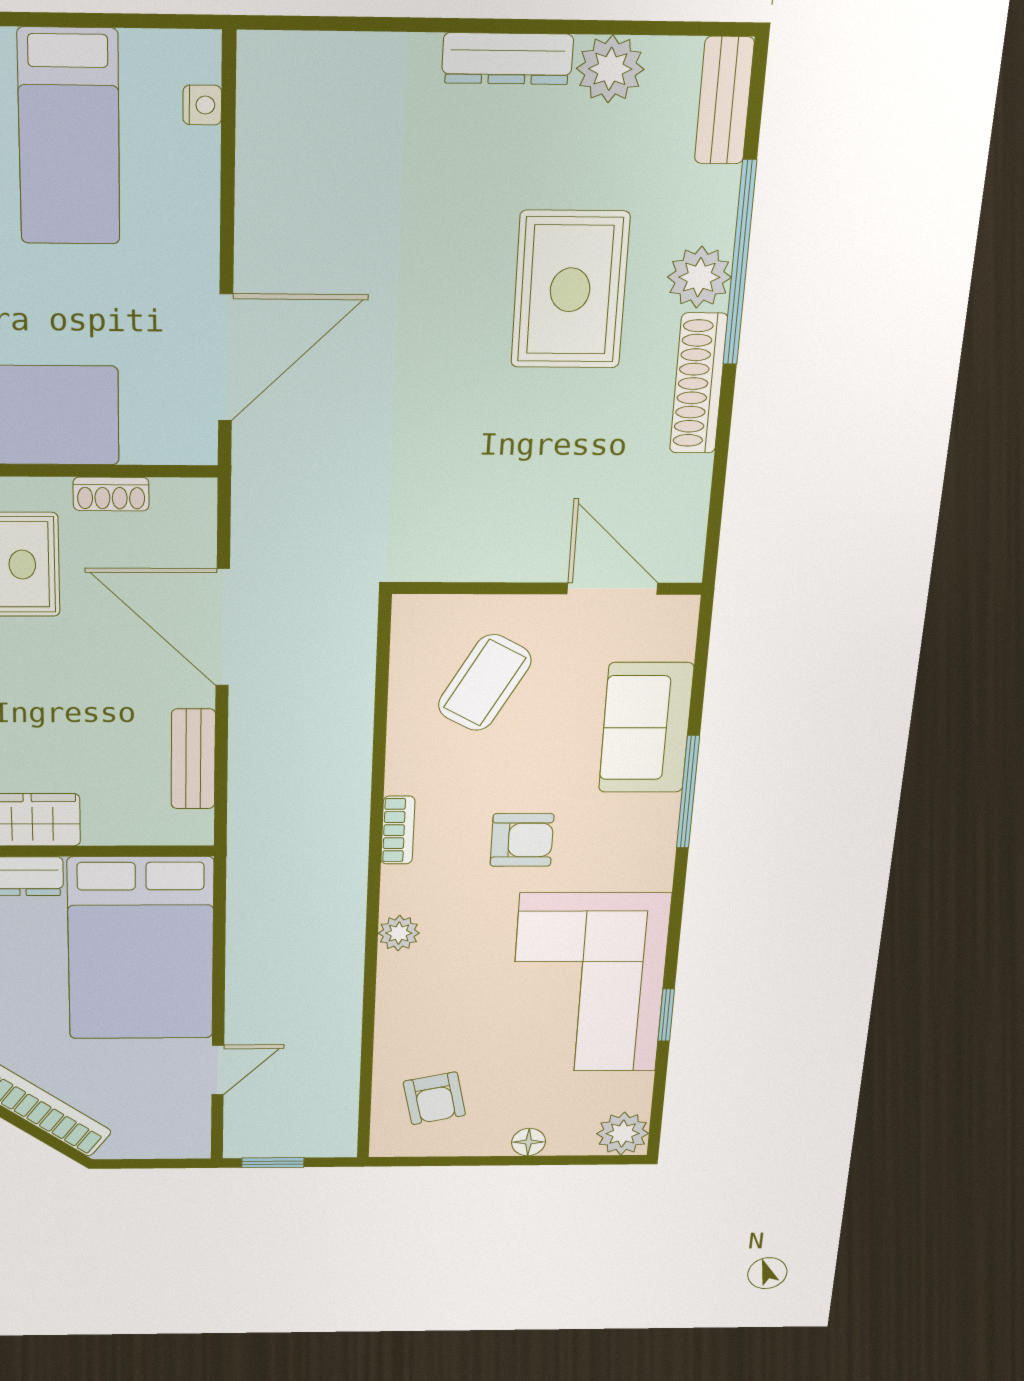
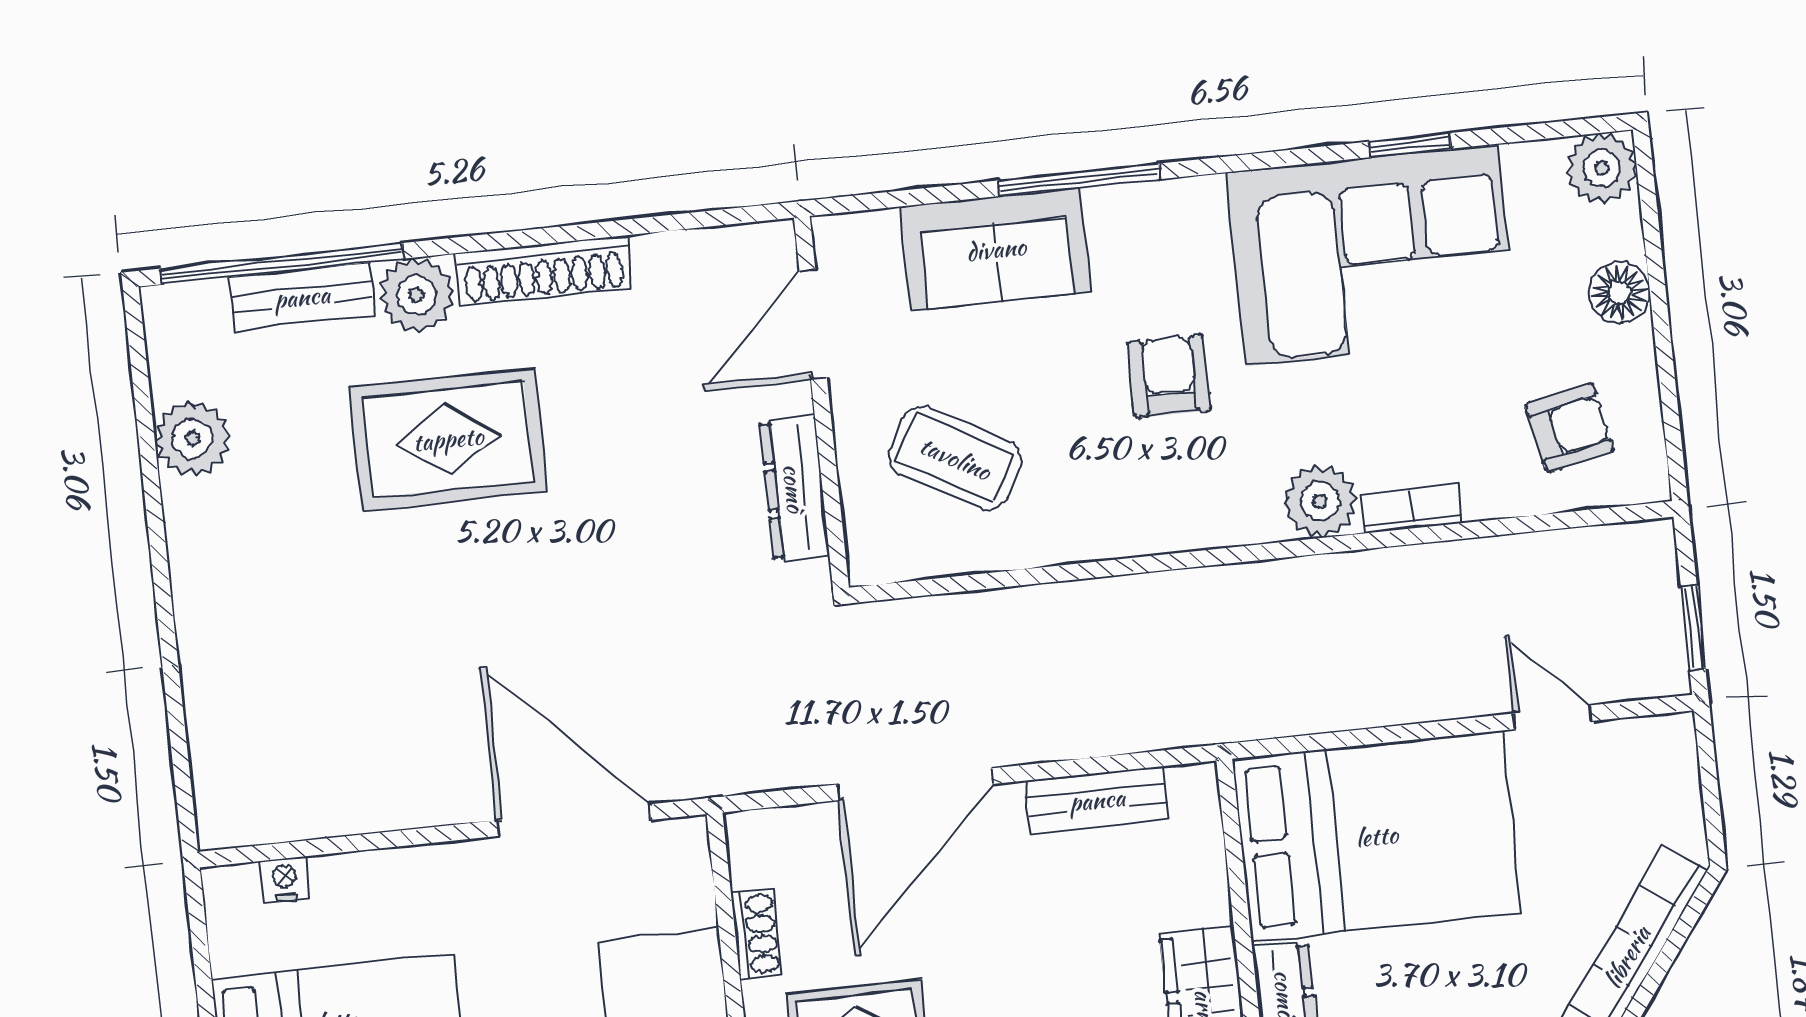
dresser: (507, 59) -> (794, 488), moved, turned 180
bench: (724, 101) -> (302, 297), moved
window: (740, 263) -> (282, 264), moved
bookcase: (398, 830) -> (1412, 509), moved
plant: (399, 933) -> (1320, 501), width x1.38, depth x1.38
floor lamp: (529, 1142) -> (1619, 293), width x1.37, depth x1.37

